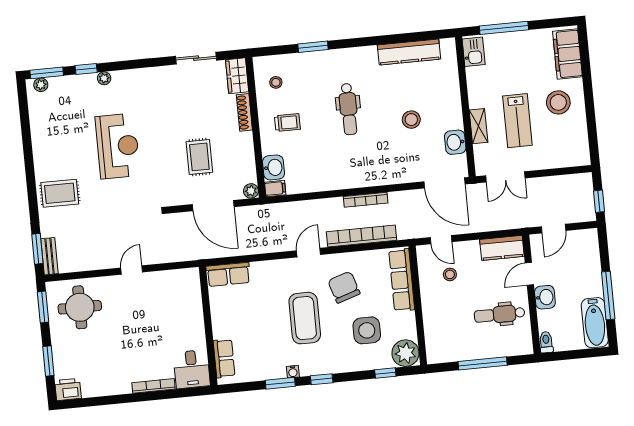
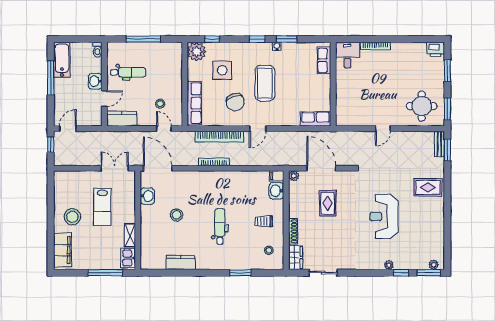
kitchen counter: (409, 52) -> (181, 262), width x0.67
lab bench: (517, 121) -> (102, 207), turned 180
shelving: (478, 126) -> (130, 235), moved
door: (554, 229) -> (68, 129), moved

